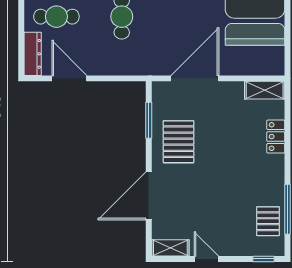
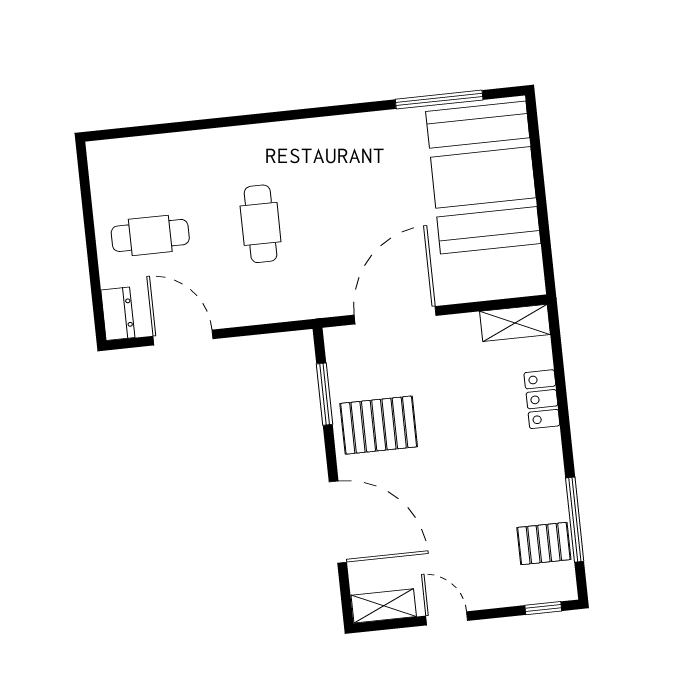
dresser: (33, 54) -> (118, 314), width x0.70
pallet: (179, 142) -> (379, 425), turned 90
door: (149, 196) -> (338, 522), swing flipped
pallet: (268, 221) -> (544, 544), turned 90

